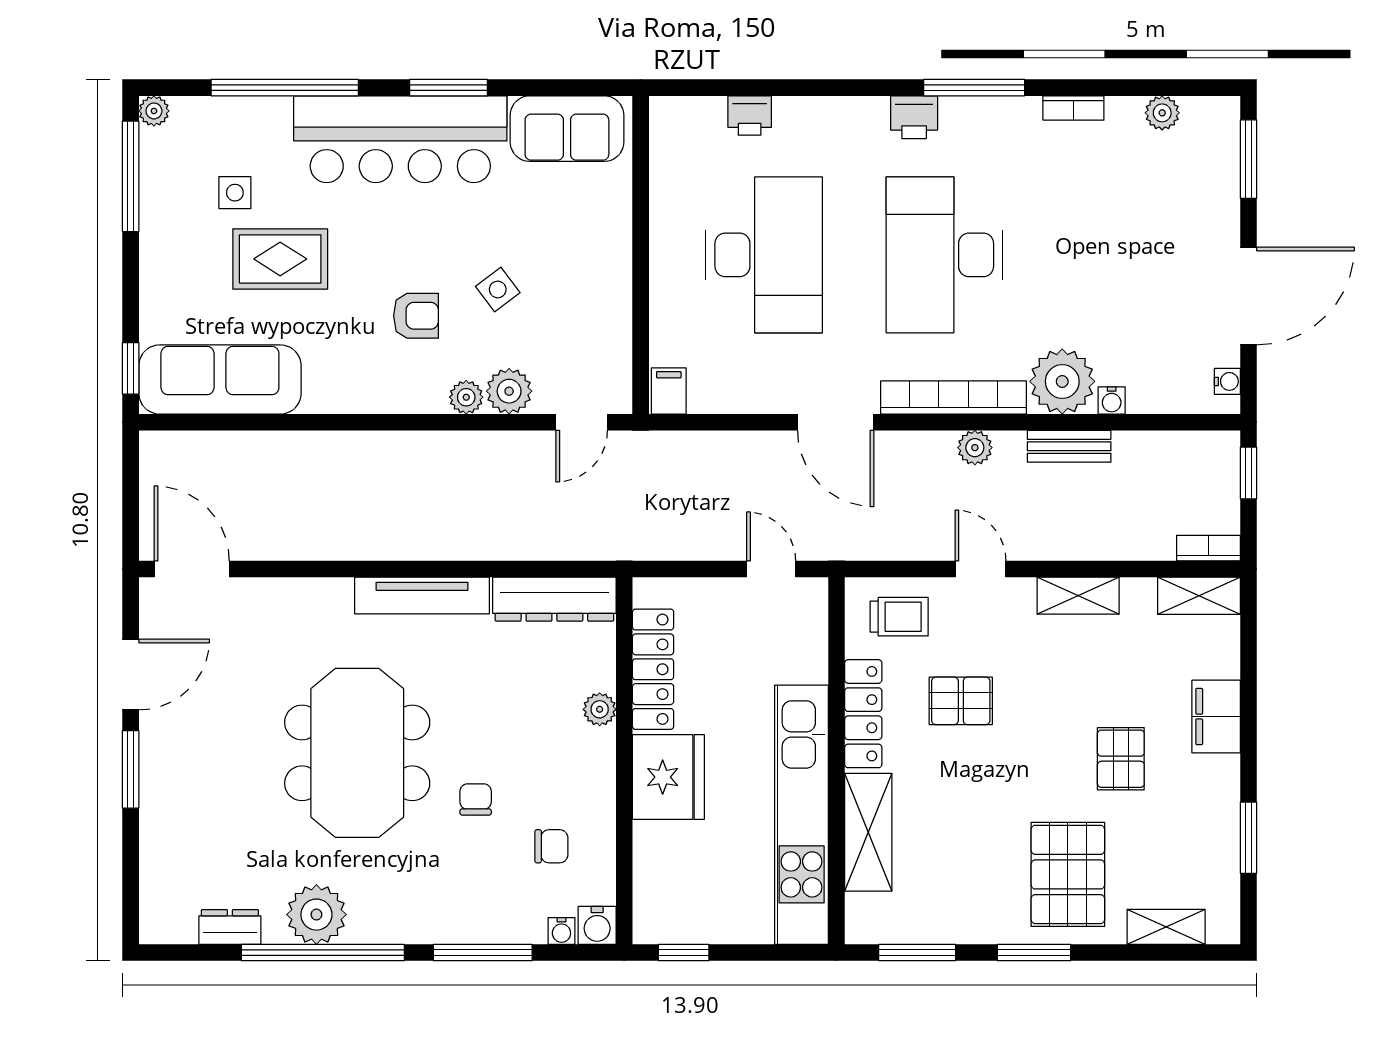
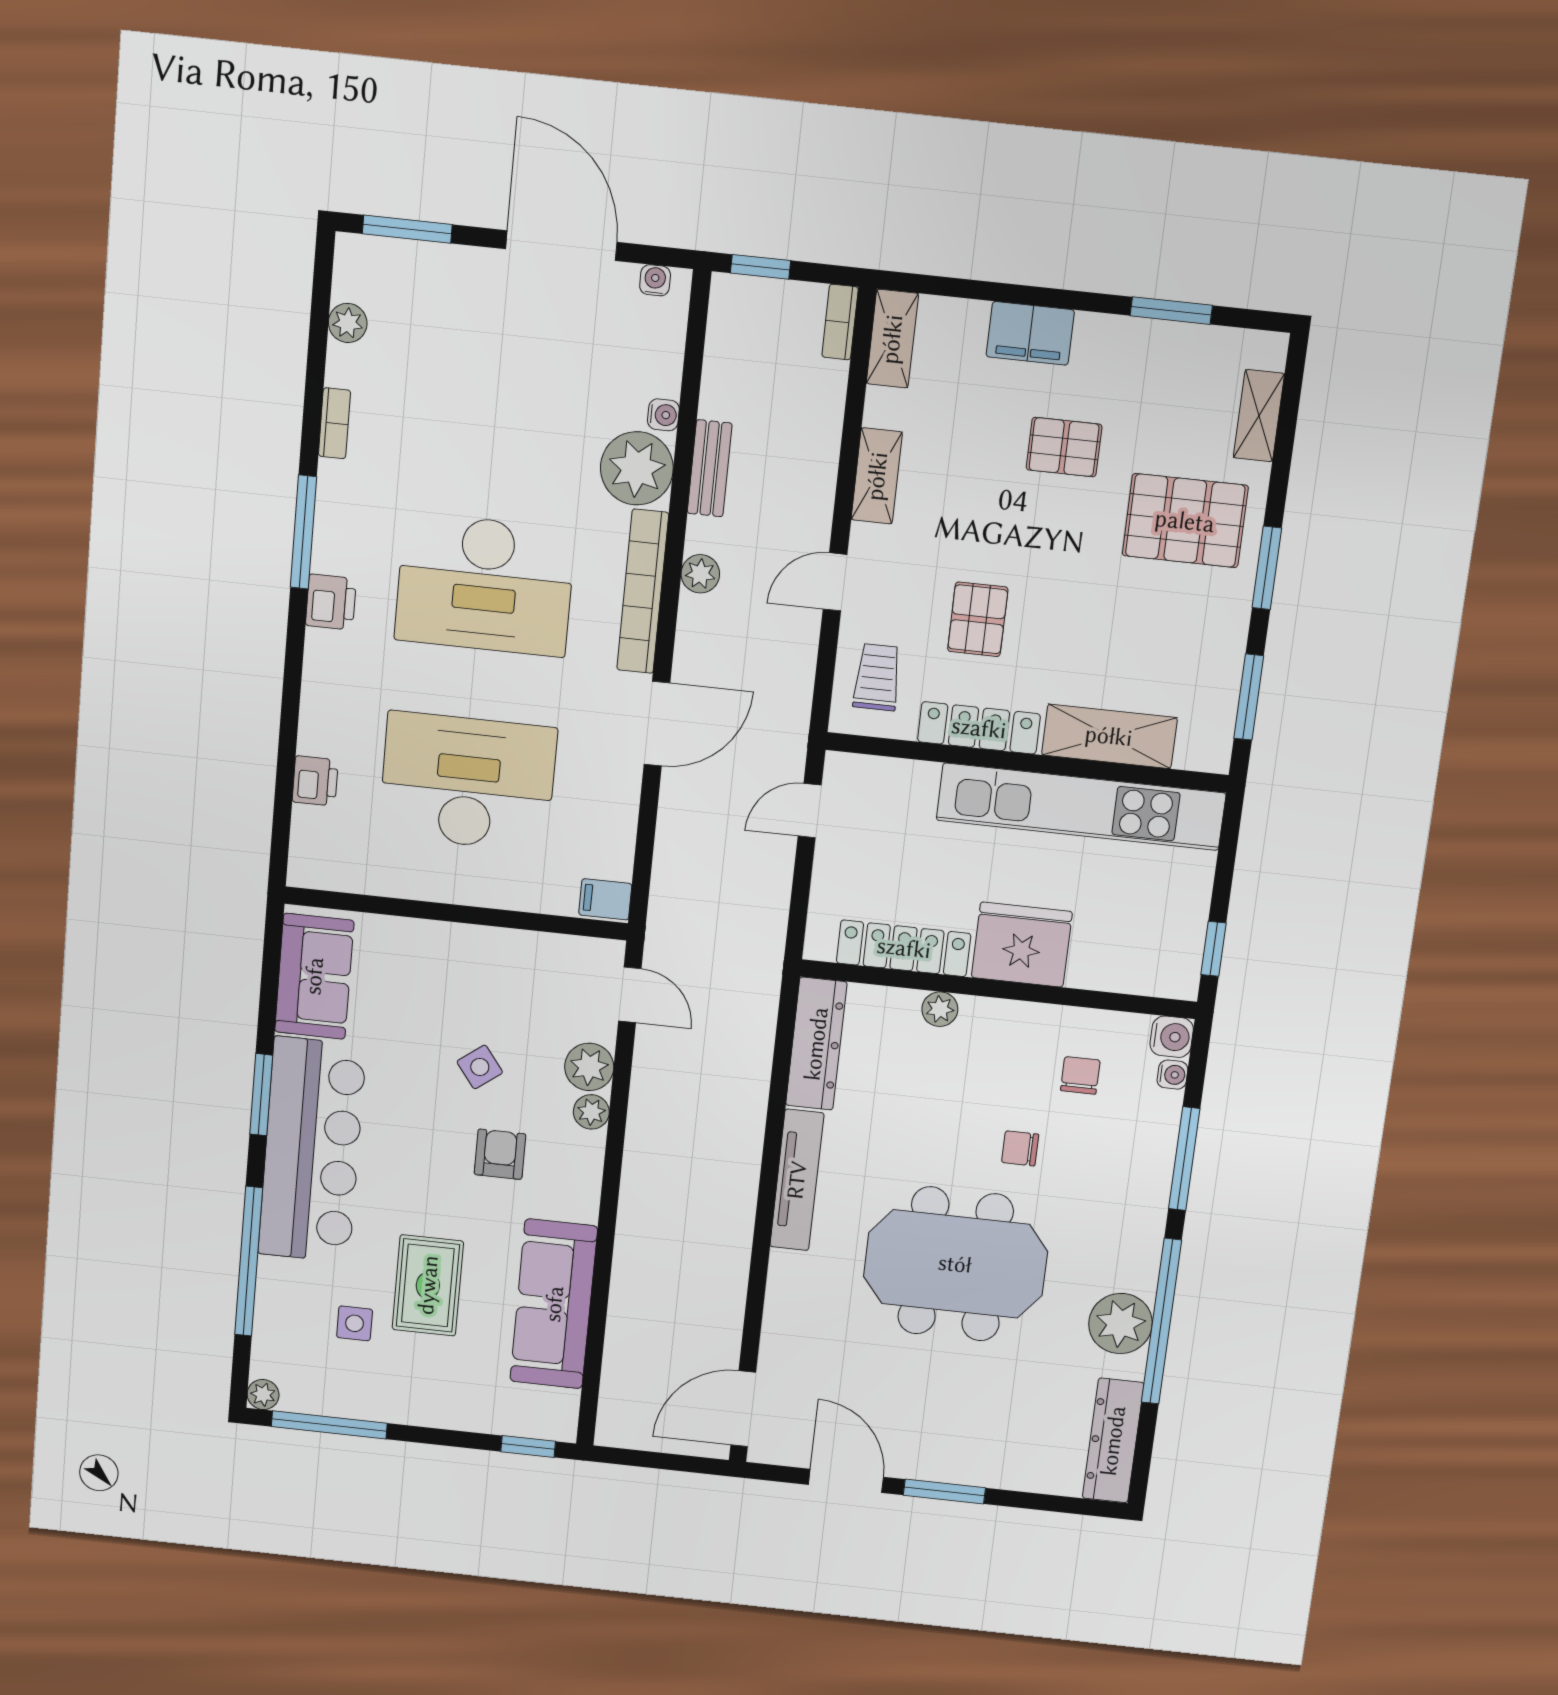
sofa: (220, 379) -> (554, 1304), moved
dresser: (230, 927) -> (1113, 1441), width x1.96, depth x1.24

